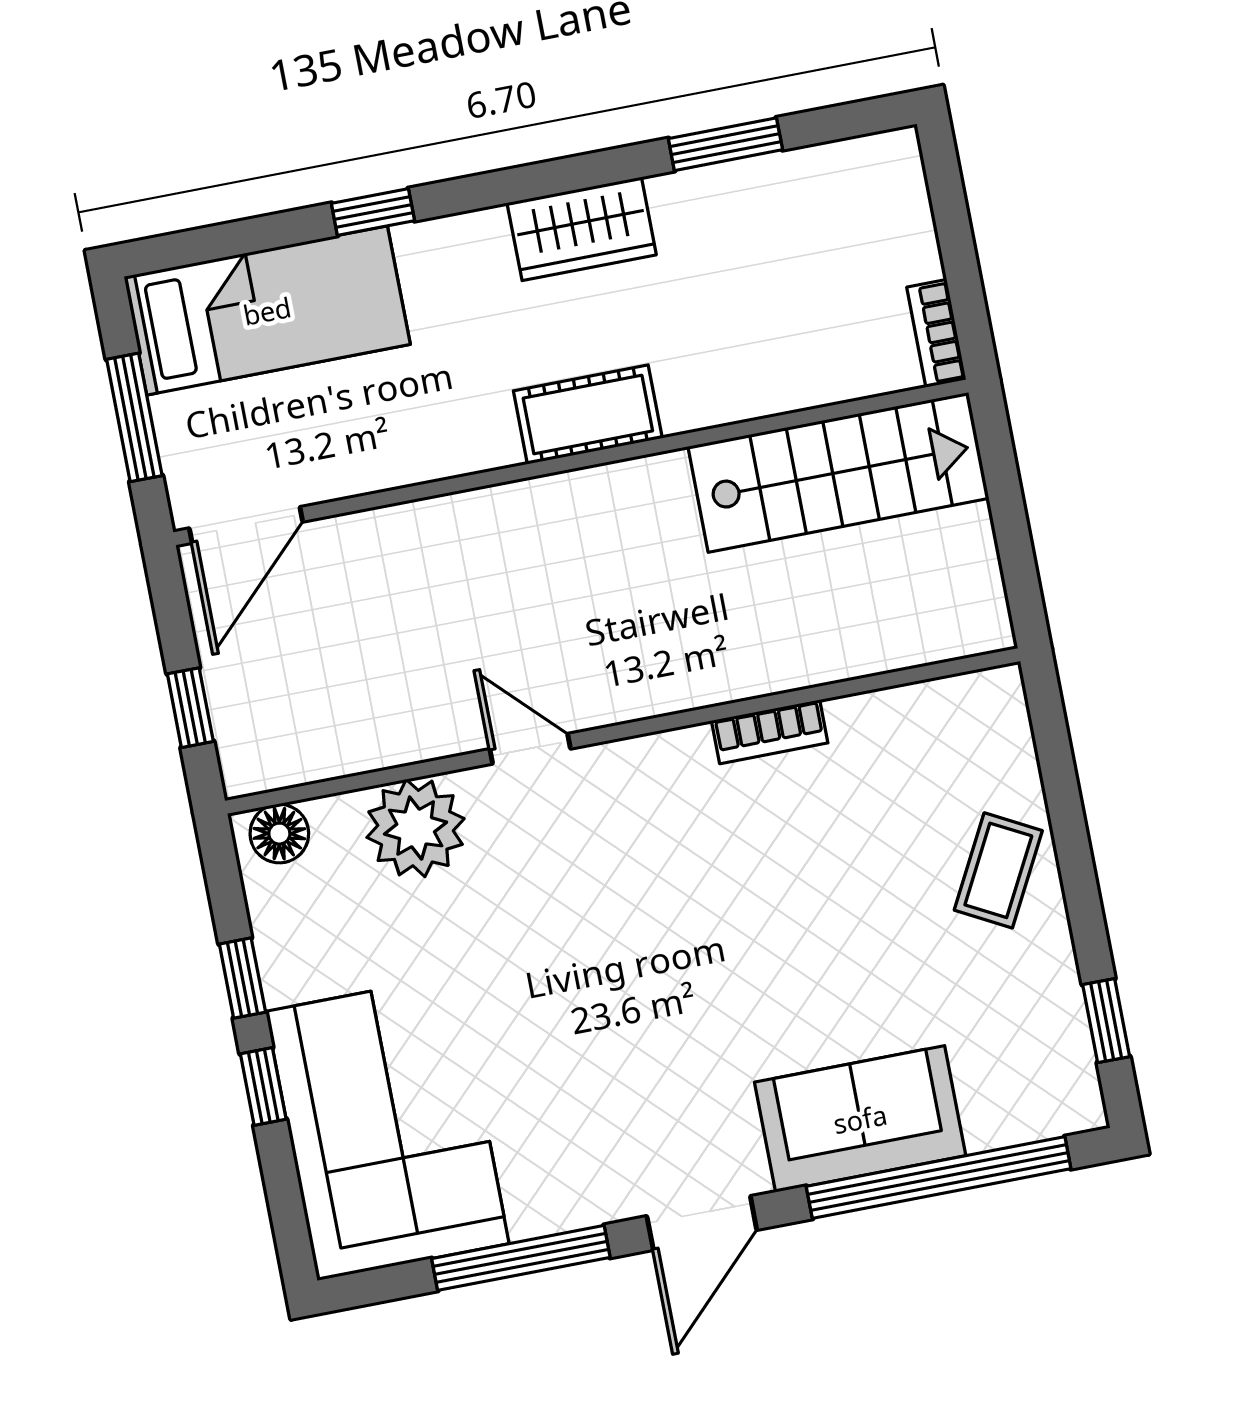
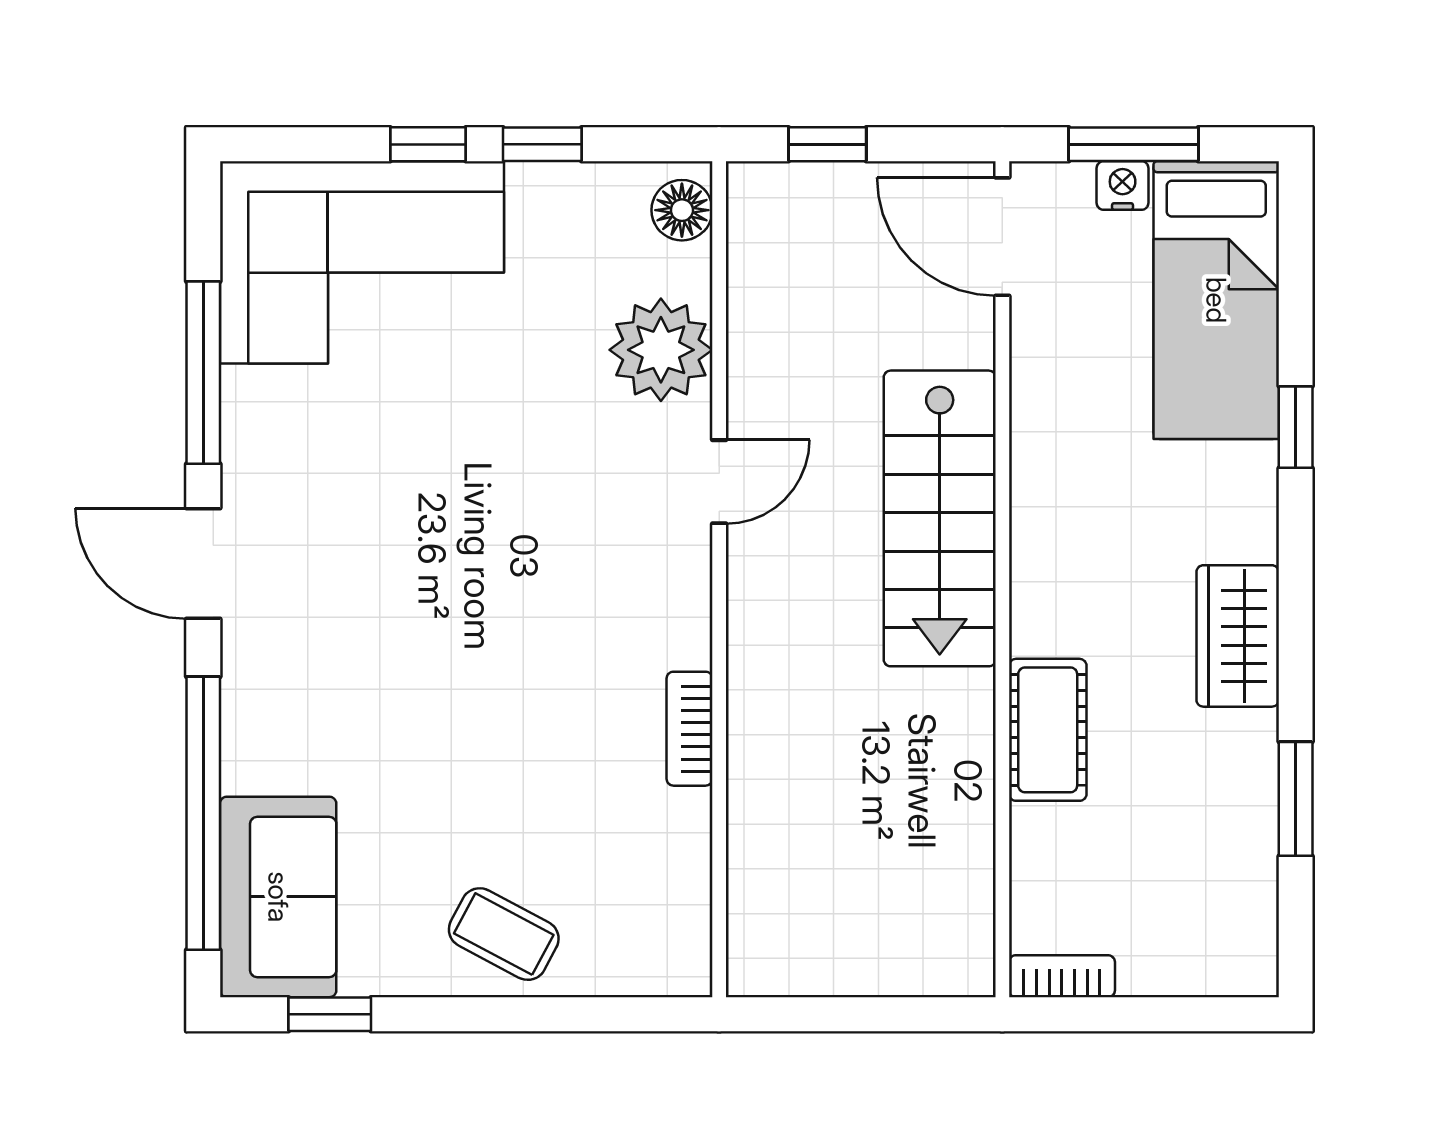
cot: (588, 414) -> (1048, 730), moved
nightstand: (176, 420) -> (1123, 186), added
stairs: (838, 472) -> (940, 518), moved
sofa: (860, 1119) -> (278, 897), moved

